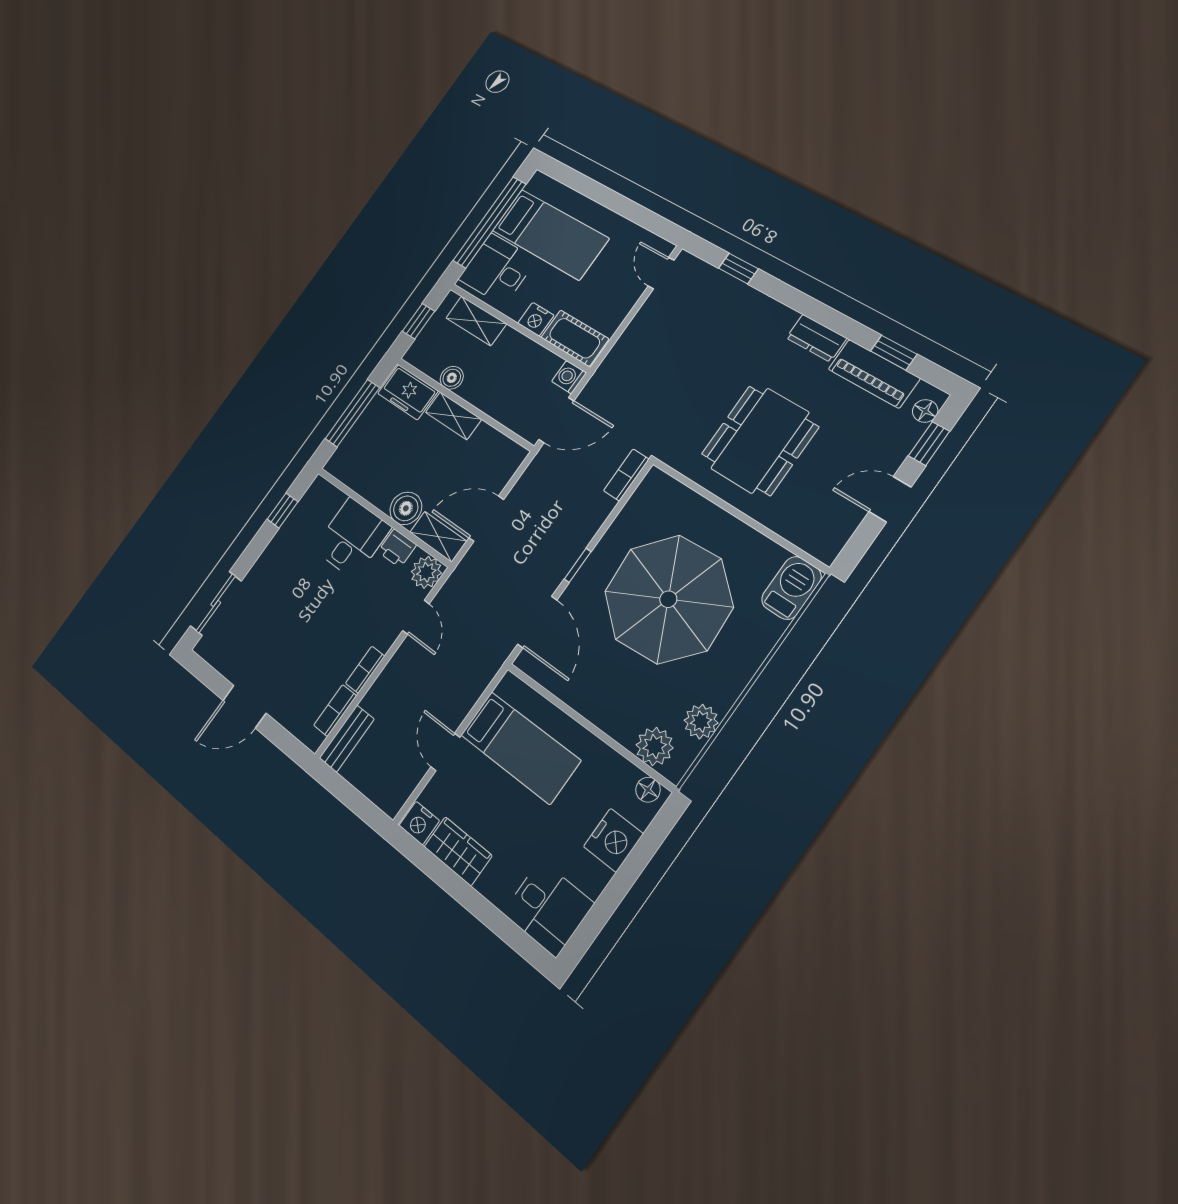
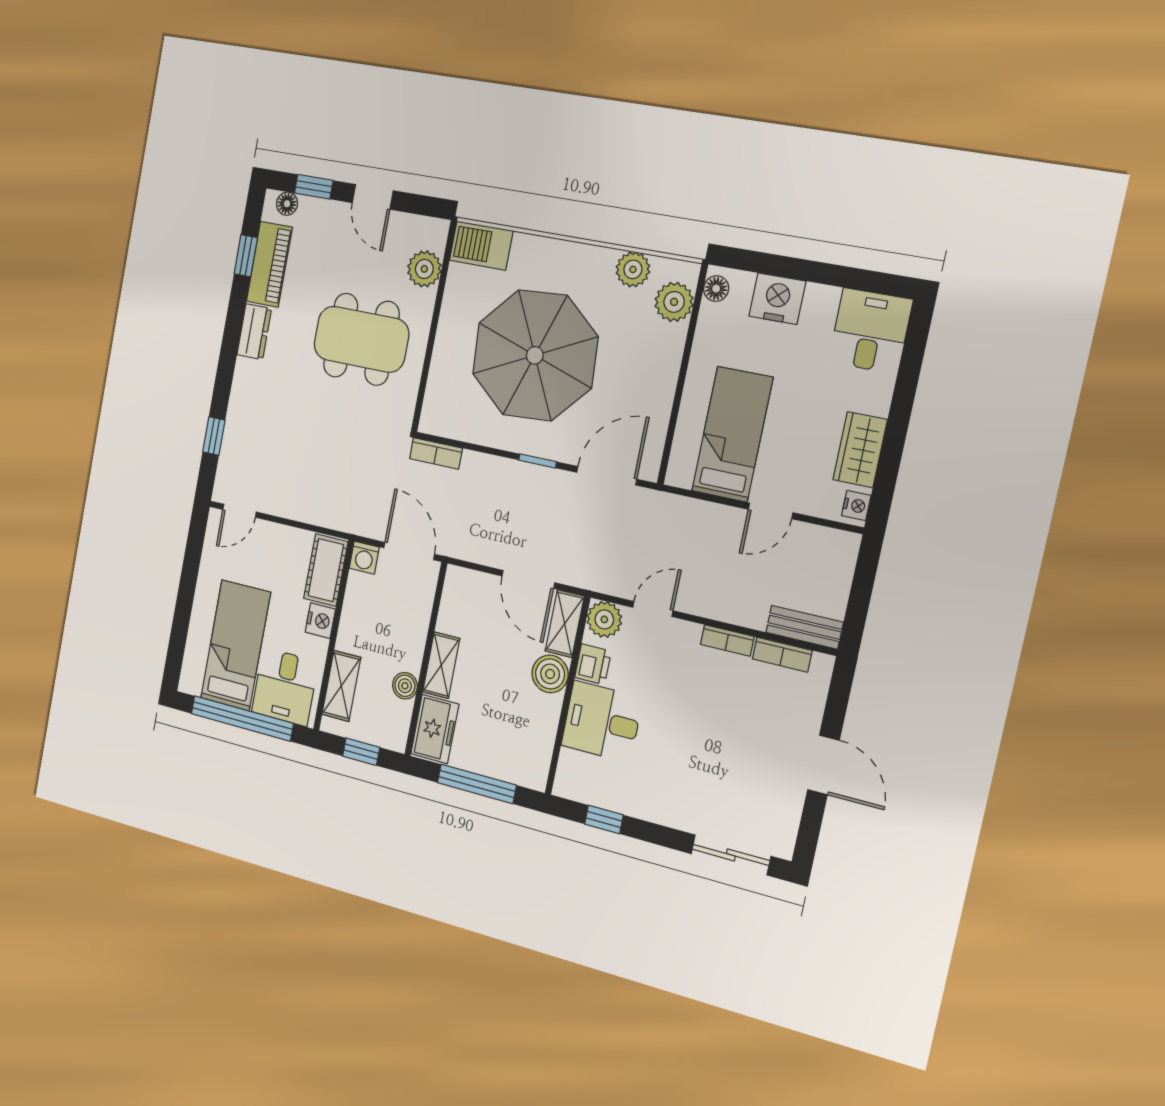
plant: (796, 525) -> (424, 269), added
nightstand: (419, 823) -> (856, 506), width x0.72, depth x0.74

